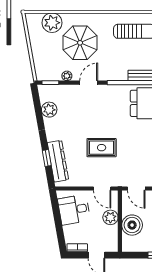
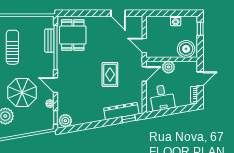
plant: (49, 110) -> (65, 121), moved
window: (47, 158) -> (129, 119), moved
door: (136, 188) -> (144, 45), swing flipped
boiler: (132, 225) -> (186, 49), moved

